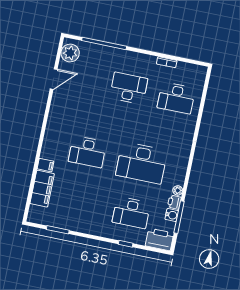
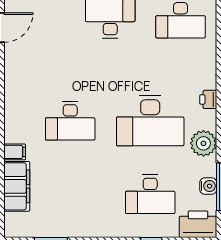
plant: (178, 190) -> (203, 143), width x1.87, depth x1.87
printer: (174, 202) -> (208, 99), moved

